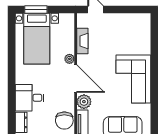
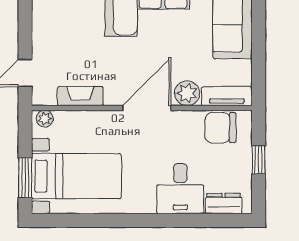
plant: (69, 59) -> (45, 119), moved
chair: (64, 121) -> (220, 128), turned 180

